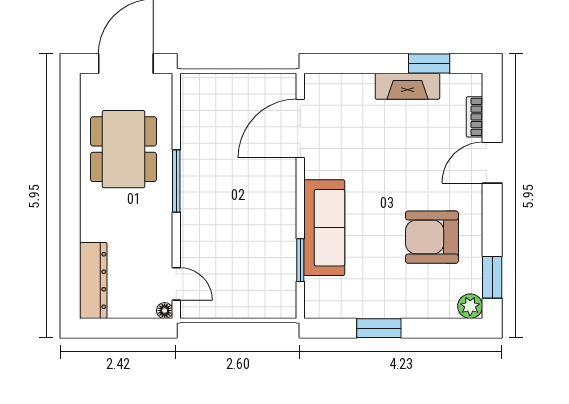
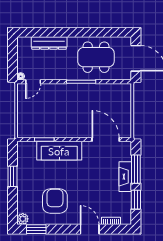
window: (364, 63) -> (136, 169), added
fireplace: (407, 86) -> (125, 177), moved
dresser: (93, 280) -> (49, 43), moved

